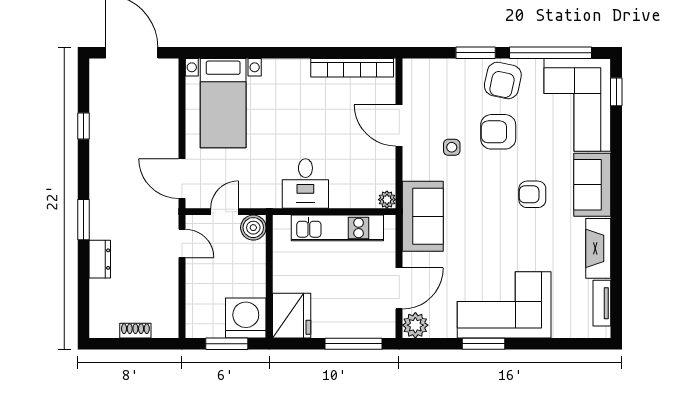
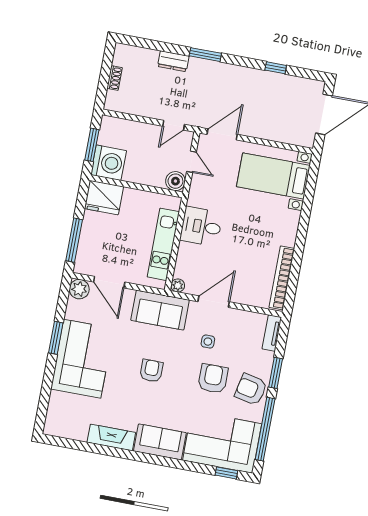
door: (399, 125) -> (214, 302), moved
armchair: (532, 194) -> (151, 371), moved
tv unit: (602, 303) -> (272, 333), moved, turned -90

